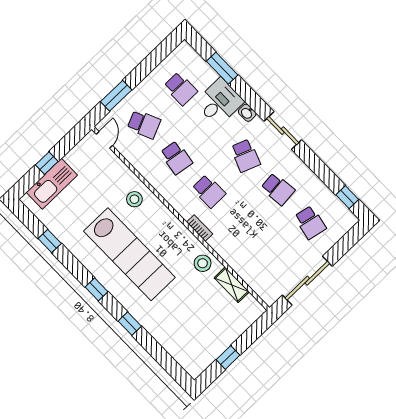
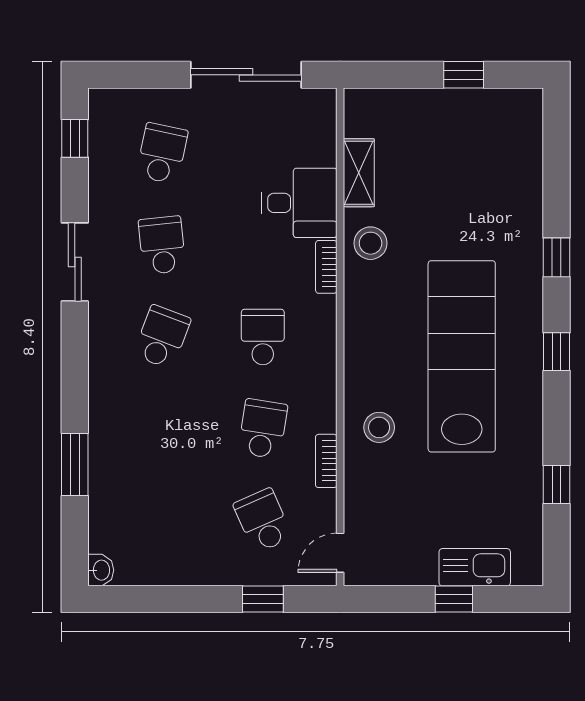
window: (222, 68) -> (75, 464), moved
school desk: (181, 89) -> (162, 521), removed
window: (116, 96) -> (263, 599), width x0.67
desk: (219, 102) -> (299, 203), moved, turned 180
washbasin: (247, 113) -> (101, 570), moved
sliding door: (283, 131) -> (75, 262), moved
bookcase: (142, 168) -> (326, 461), added
kitchen sink: (52, 184) -> (475, 567), width x0.73, depth x0.81
bookcase: (200, 228) -> (326, 267), moved

